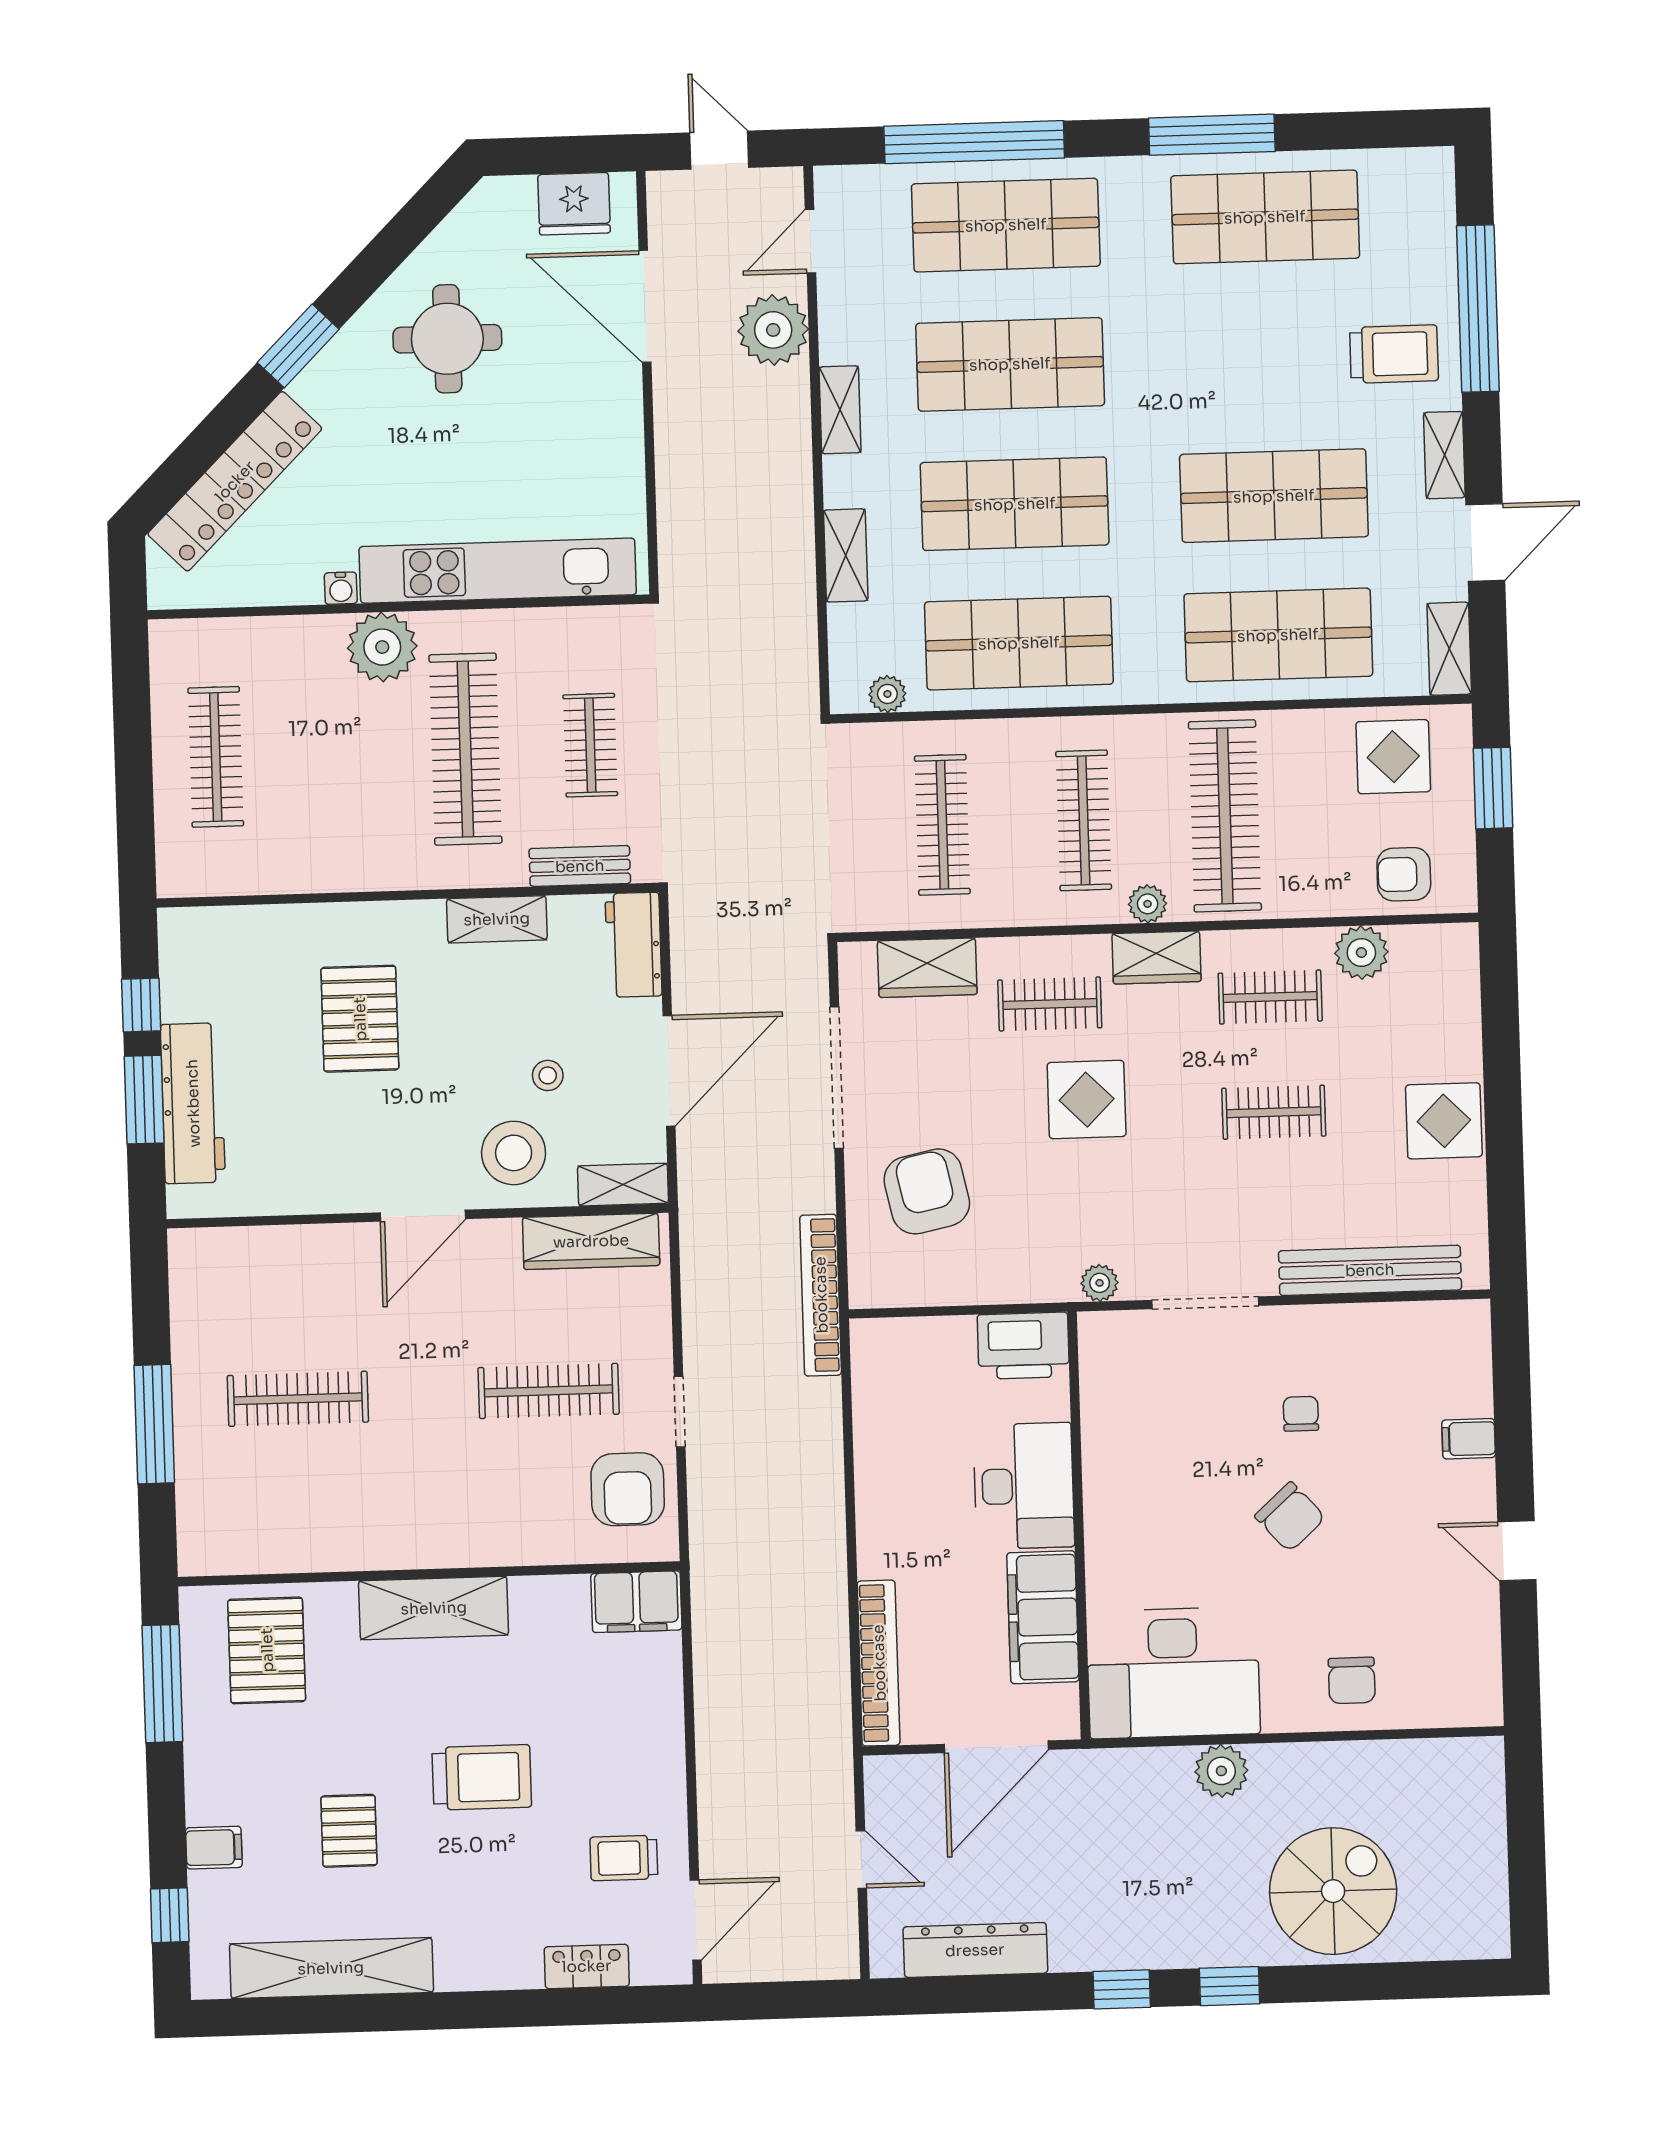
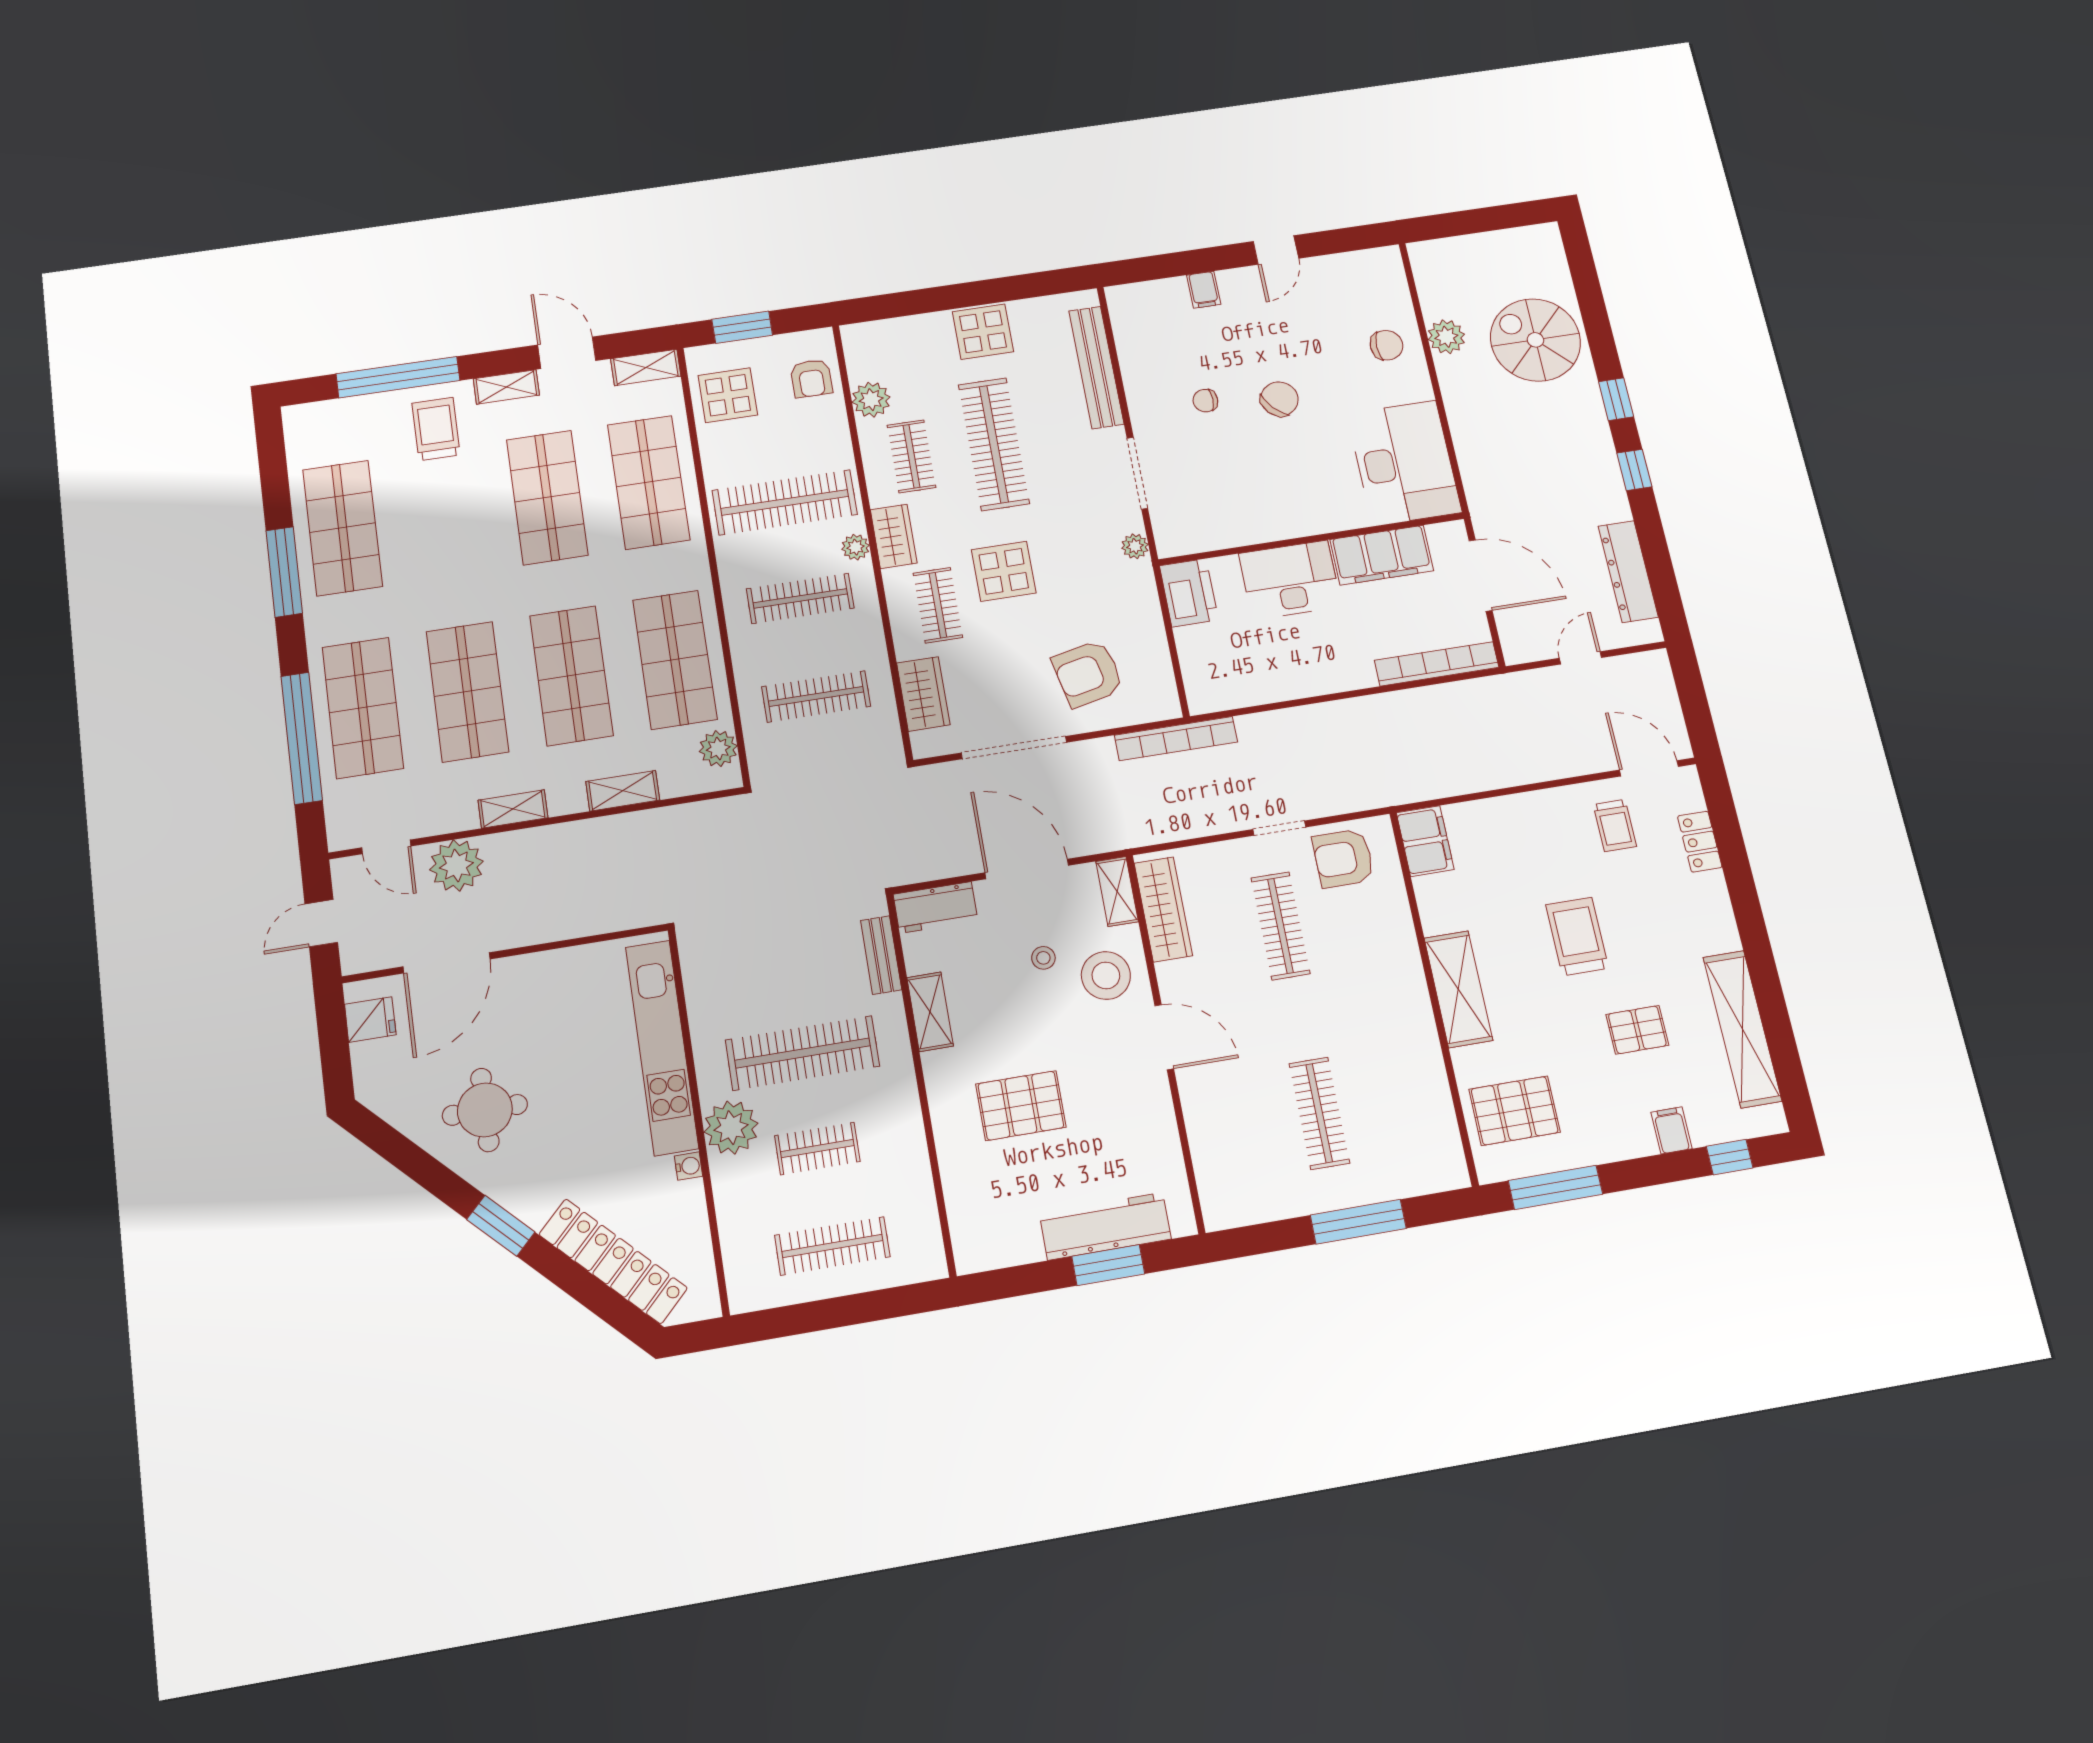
fridge: (574, 204) -> (370, 1020), width x0.72
plant: (887, 694) -> (718, 749), width x1.38, depth x1.38
clothes rail: (590, 745) -> (817, 1149), moved
window: (141, 1005) -> (1035, 1278), removed
clothes rail: (1274, 1112) -> (994, 444), width x1.86, depth x1.31
armchair: (628, 1489) -> (1343, 858), turned 180
plant: (1221, 1771) -> (1446, 337), moved

